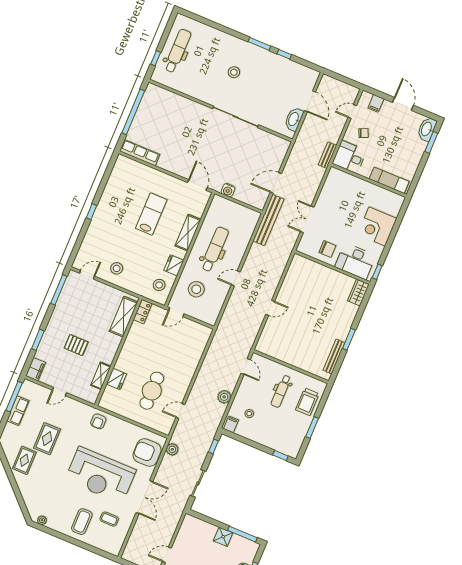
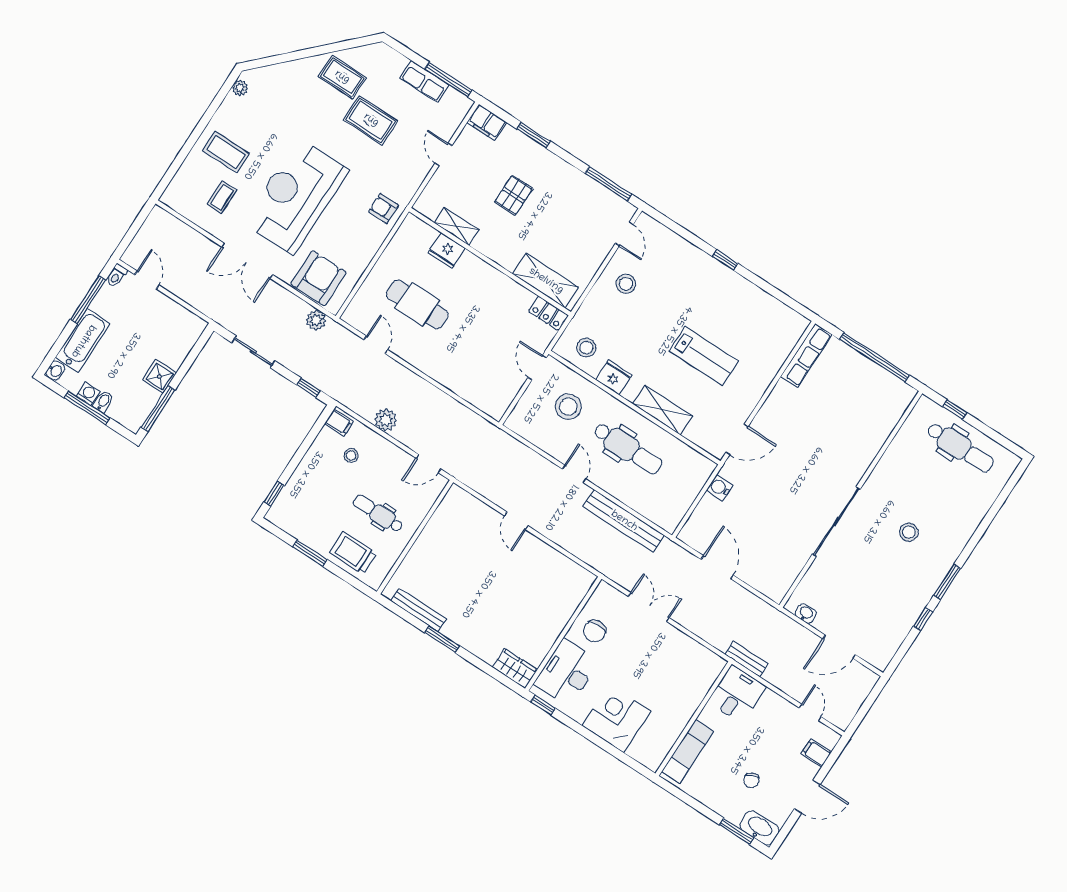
washbasin: (294, 119) -> (806, 613), width x0.52, depth x0.69
chair: (363, 133) -> (751, 780), moved
bench: (268, 220) -> (624, 521), moved

